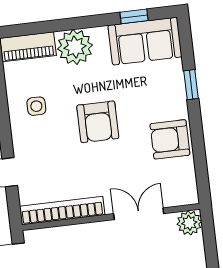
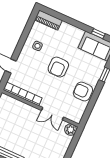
plant: (75, 47) -> (67, 32), removed
double door: (139, 214) -> (52, 114), swing flipped

